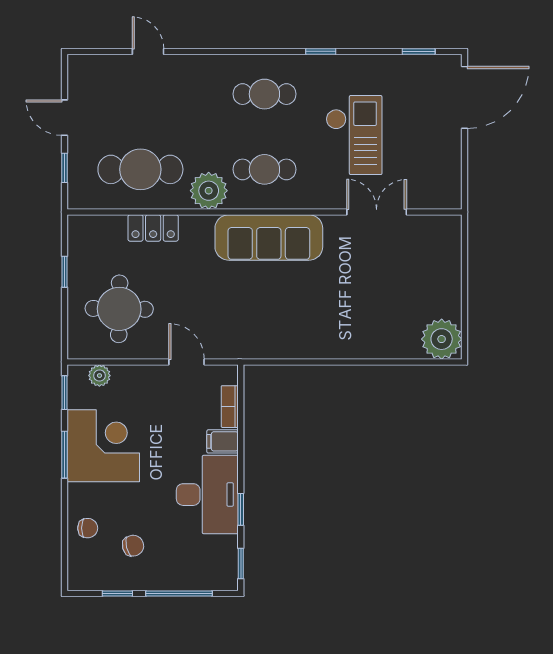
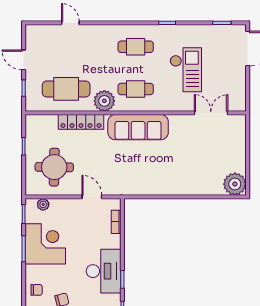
double door: (377, 212) -> (211, 113), moved
locker: (153, 228) -> (81, 122), width x1.53
filing cabinet: (223, 441) -> (112, 241), removed

